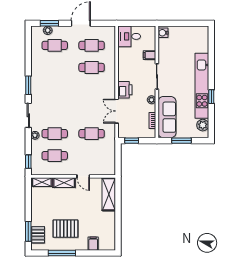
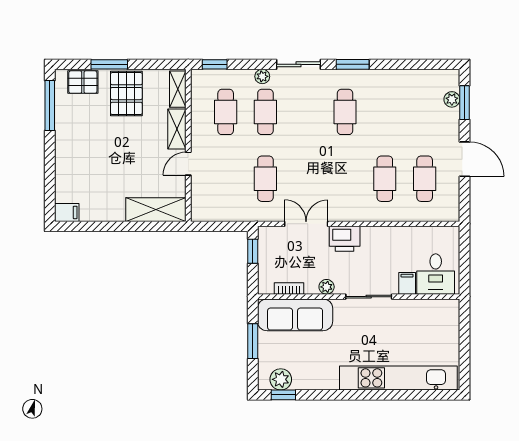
water cooler: (163, 33) -> (448, 308), removed
desk: (129, 36) -> (436, 274), moved, turned 180
cafe table: (55, 45) -> (345, 112), moved
kitchen unit: (202, 86) -> (398, 378), moved
window: (211, 97) -> (283, 395), moved
pallet: (66, 229) -> (126, 94), moved
window: (28, 231) -> (109, 64), moved
filing cabinet: (93, 244) -> (67, 212), moved
window: (62, 253) -> (50, 106), moved

